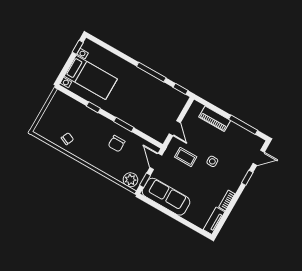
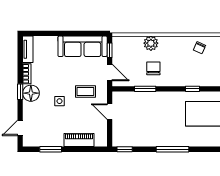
window: (151, 72) -> (173, 149), moved
window: (124, 125) -> (145, 89), moved
window: (243, 125) -> (51, 149), width x0.69
window: (247, 178) -> (20, 92), moved
plant: (130, 180) -> (151, 43), moved
floor lamp: (233, 182) -> (31, 93), added

